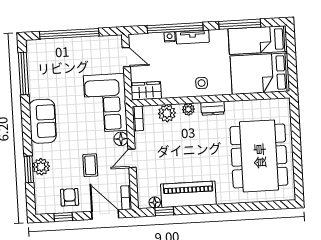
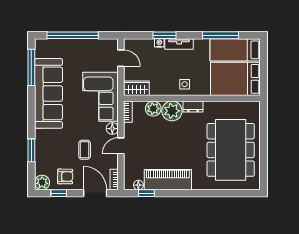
window: (175, 28) -> (164, 35), width x0.47
plant: (188, 109) -> (172, 111), width x1.87, depth x1.87
sofa: (43, 121) -> (49, 93), width x1.85, depth x1.27
plant: (41, 167) -> (42, 182), moved
armchair: (70, 197) -> (65, 176), turned 91

